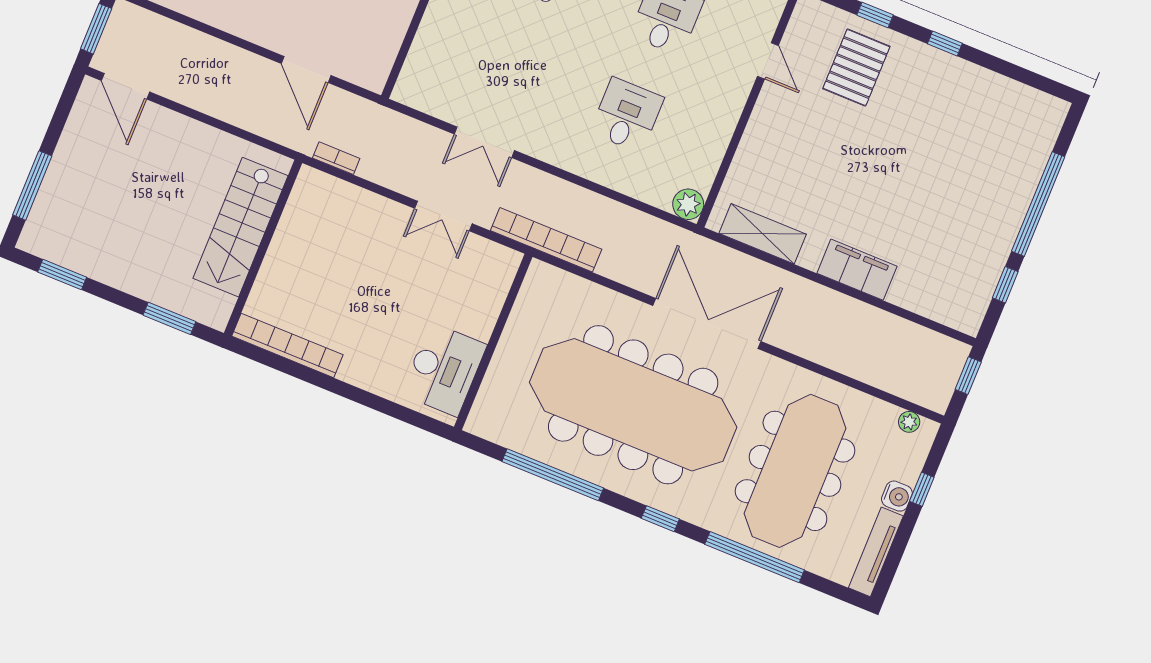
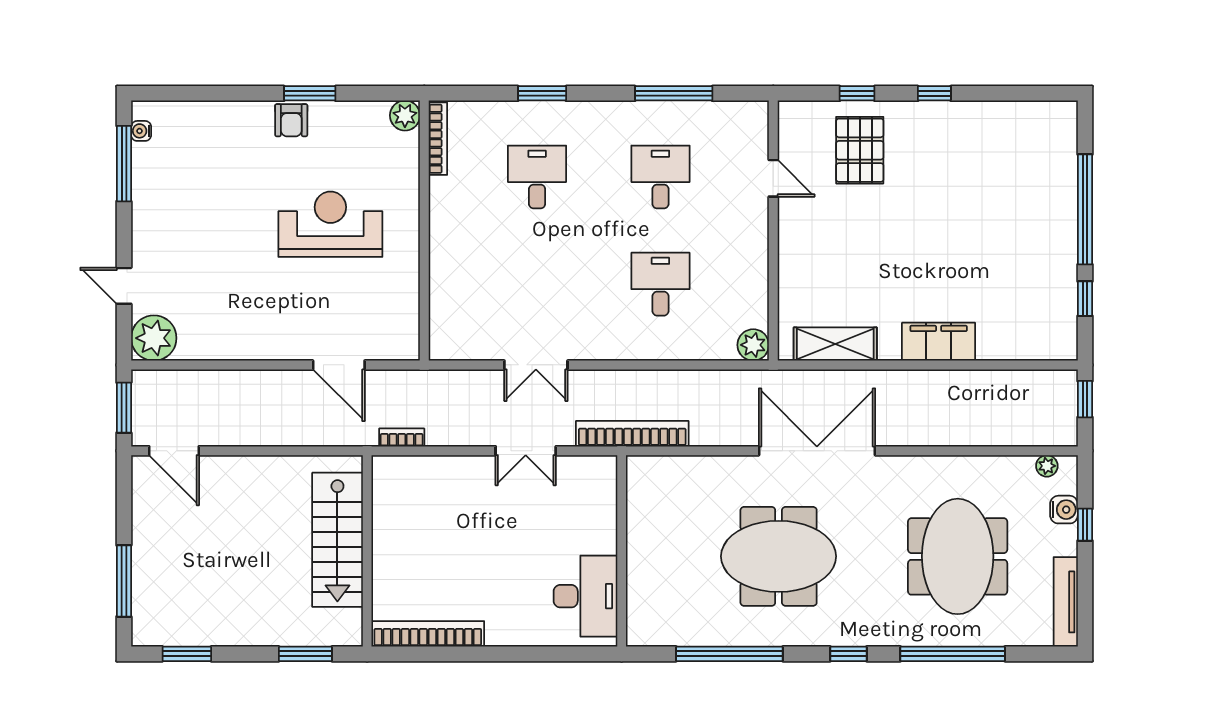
meeting table: (633, 405) -> (779, 556), width x0.54, depth x0.79
meeting table: (795, 471) -> (958, 556), width x0.73
water cooler: (897, 496) -> (1064, 510), moved

